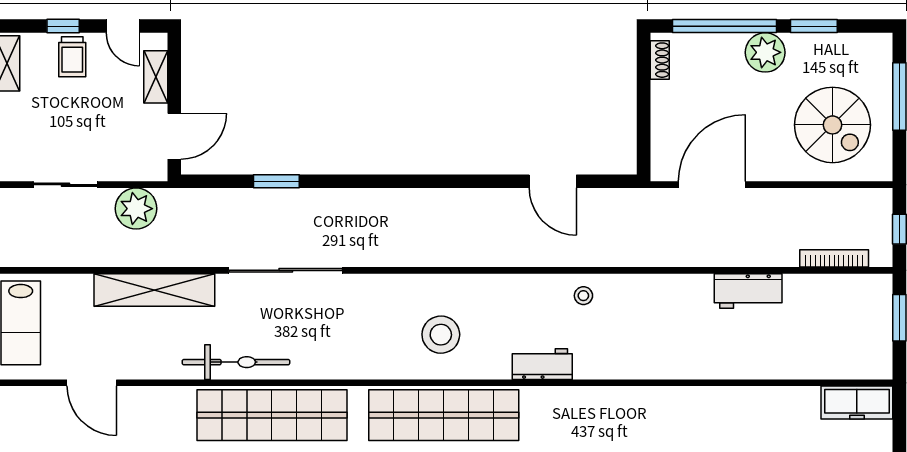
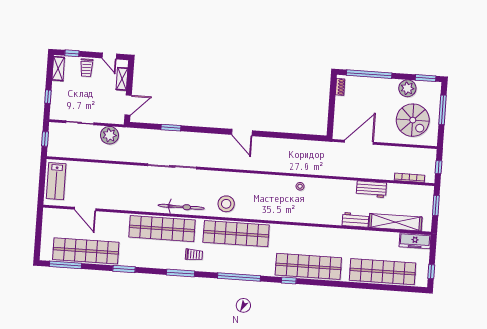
window: (63, 26) -> (72, 53), moved
window: (814, 26) -> (426, 78), moved
plant: (765, 52) -> (407, 88), moved
door: (553, 181) -> (242, 133), moved
shelving: (154, 290) -> (395, 222), moved
stool: (441, 335) -> (226, 204), moved
bicycle: (236, 362) -> (181, 207), moved
workbench: (542, 364) -> (356, 220), moved

